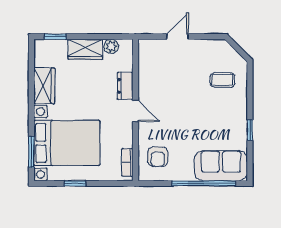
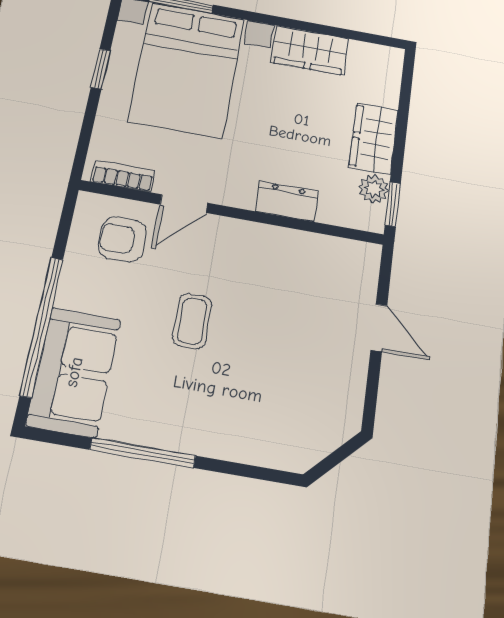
window: (55, 37) -> (393, 204), moved
coffee table: (222, 80) -> (192, 321), moved
door: (135, 111) -> (184, 204), moved
window: (250, 130) -> (143, 453), width x2.17

